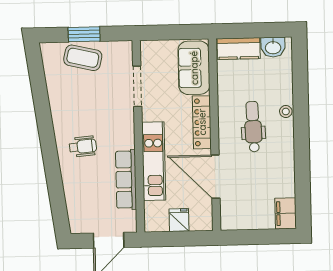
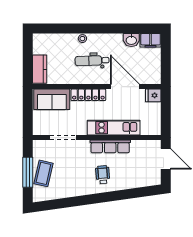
window: (84, 34) -> (28, 172), width x1.44
washbasin: (273, 47) -> (131, 40), moved, turned 90
door: (215, 177) -> (125, 87), swing flipped
row of seats: (126, 180) -> (110, 146), moved
fridge: (179, 220) -> (153, 95), moved

